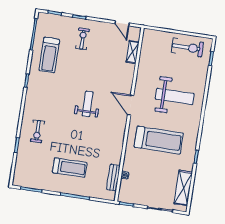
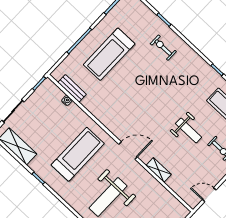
shelving: (133, 52) -> (159, 170), moved
weight bench: (88, 104) -> (189, 130), moved
treadmill: (159, 140) -> (78, 154), turned 180
treadmill: (70, 168) -> (109, 54), width x1.37, depth x1.38

